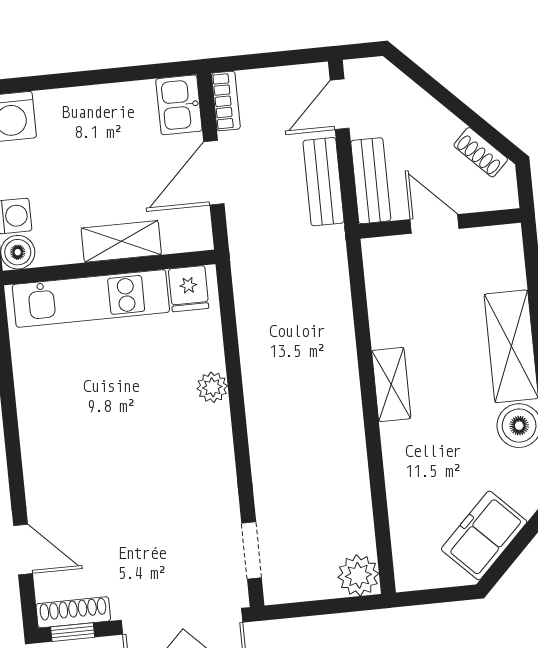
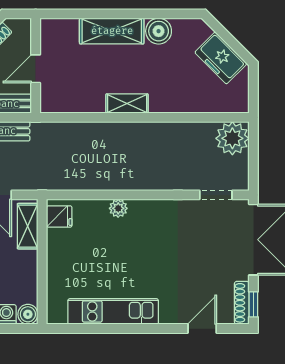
shelving: (121, 241) -> (28, 226), moved
kitchen unit: (91, 298) -> (113, 311), moved, turned -90
plant: (358, 575) -> (232, 138), width x1.36, depth x1.36

